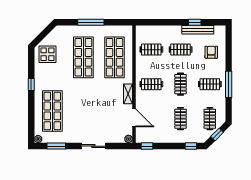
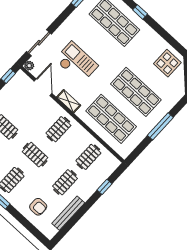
window: (195, 22) -> (105, 187), moved
window: (31, 84) -> (140, 12), moved
checkout: (99, 111) -> (76, 63), added
door: (134, 118) -> (43, 87), swing flipped
sliding door: (93, 146) -> (39, 43), moved

